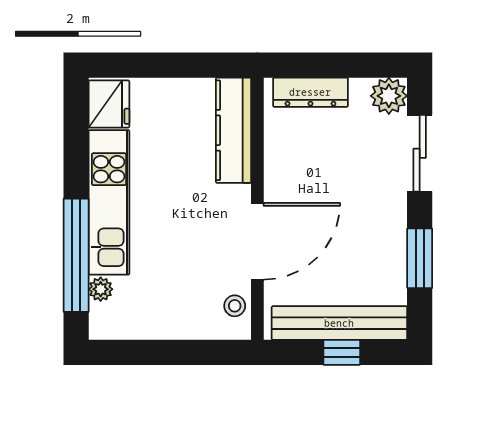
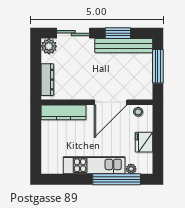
fridge: (109, 104) -> (144, 142), moved, turned -90
door: (257, 241) -> (111, 102), swing flipped
bench: (339, 323) -> (124, 46), moved, turned 90
window: (342, 352) -> (158, 66), width x2.17

